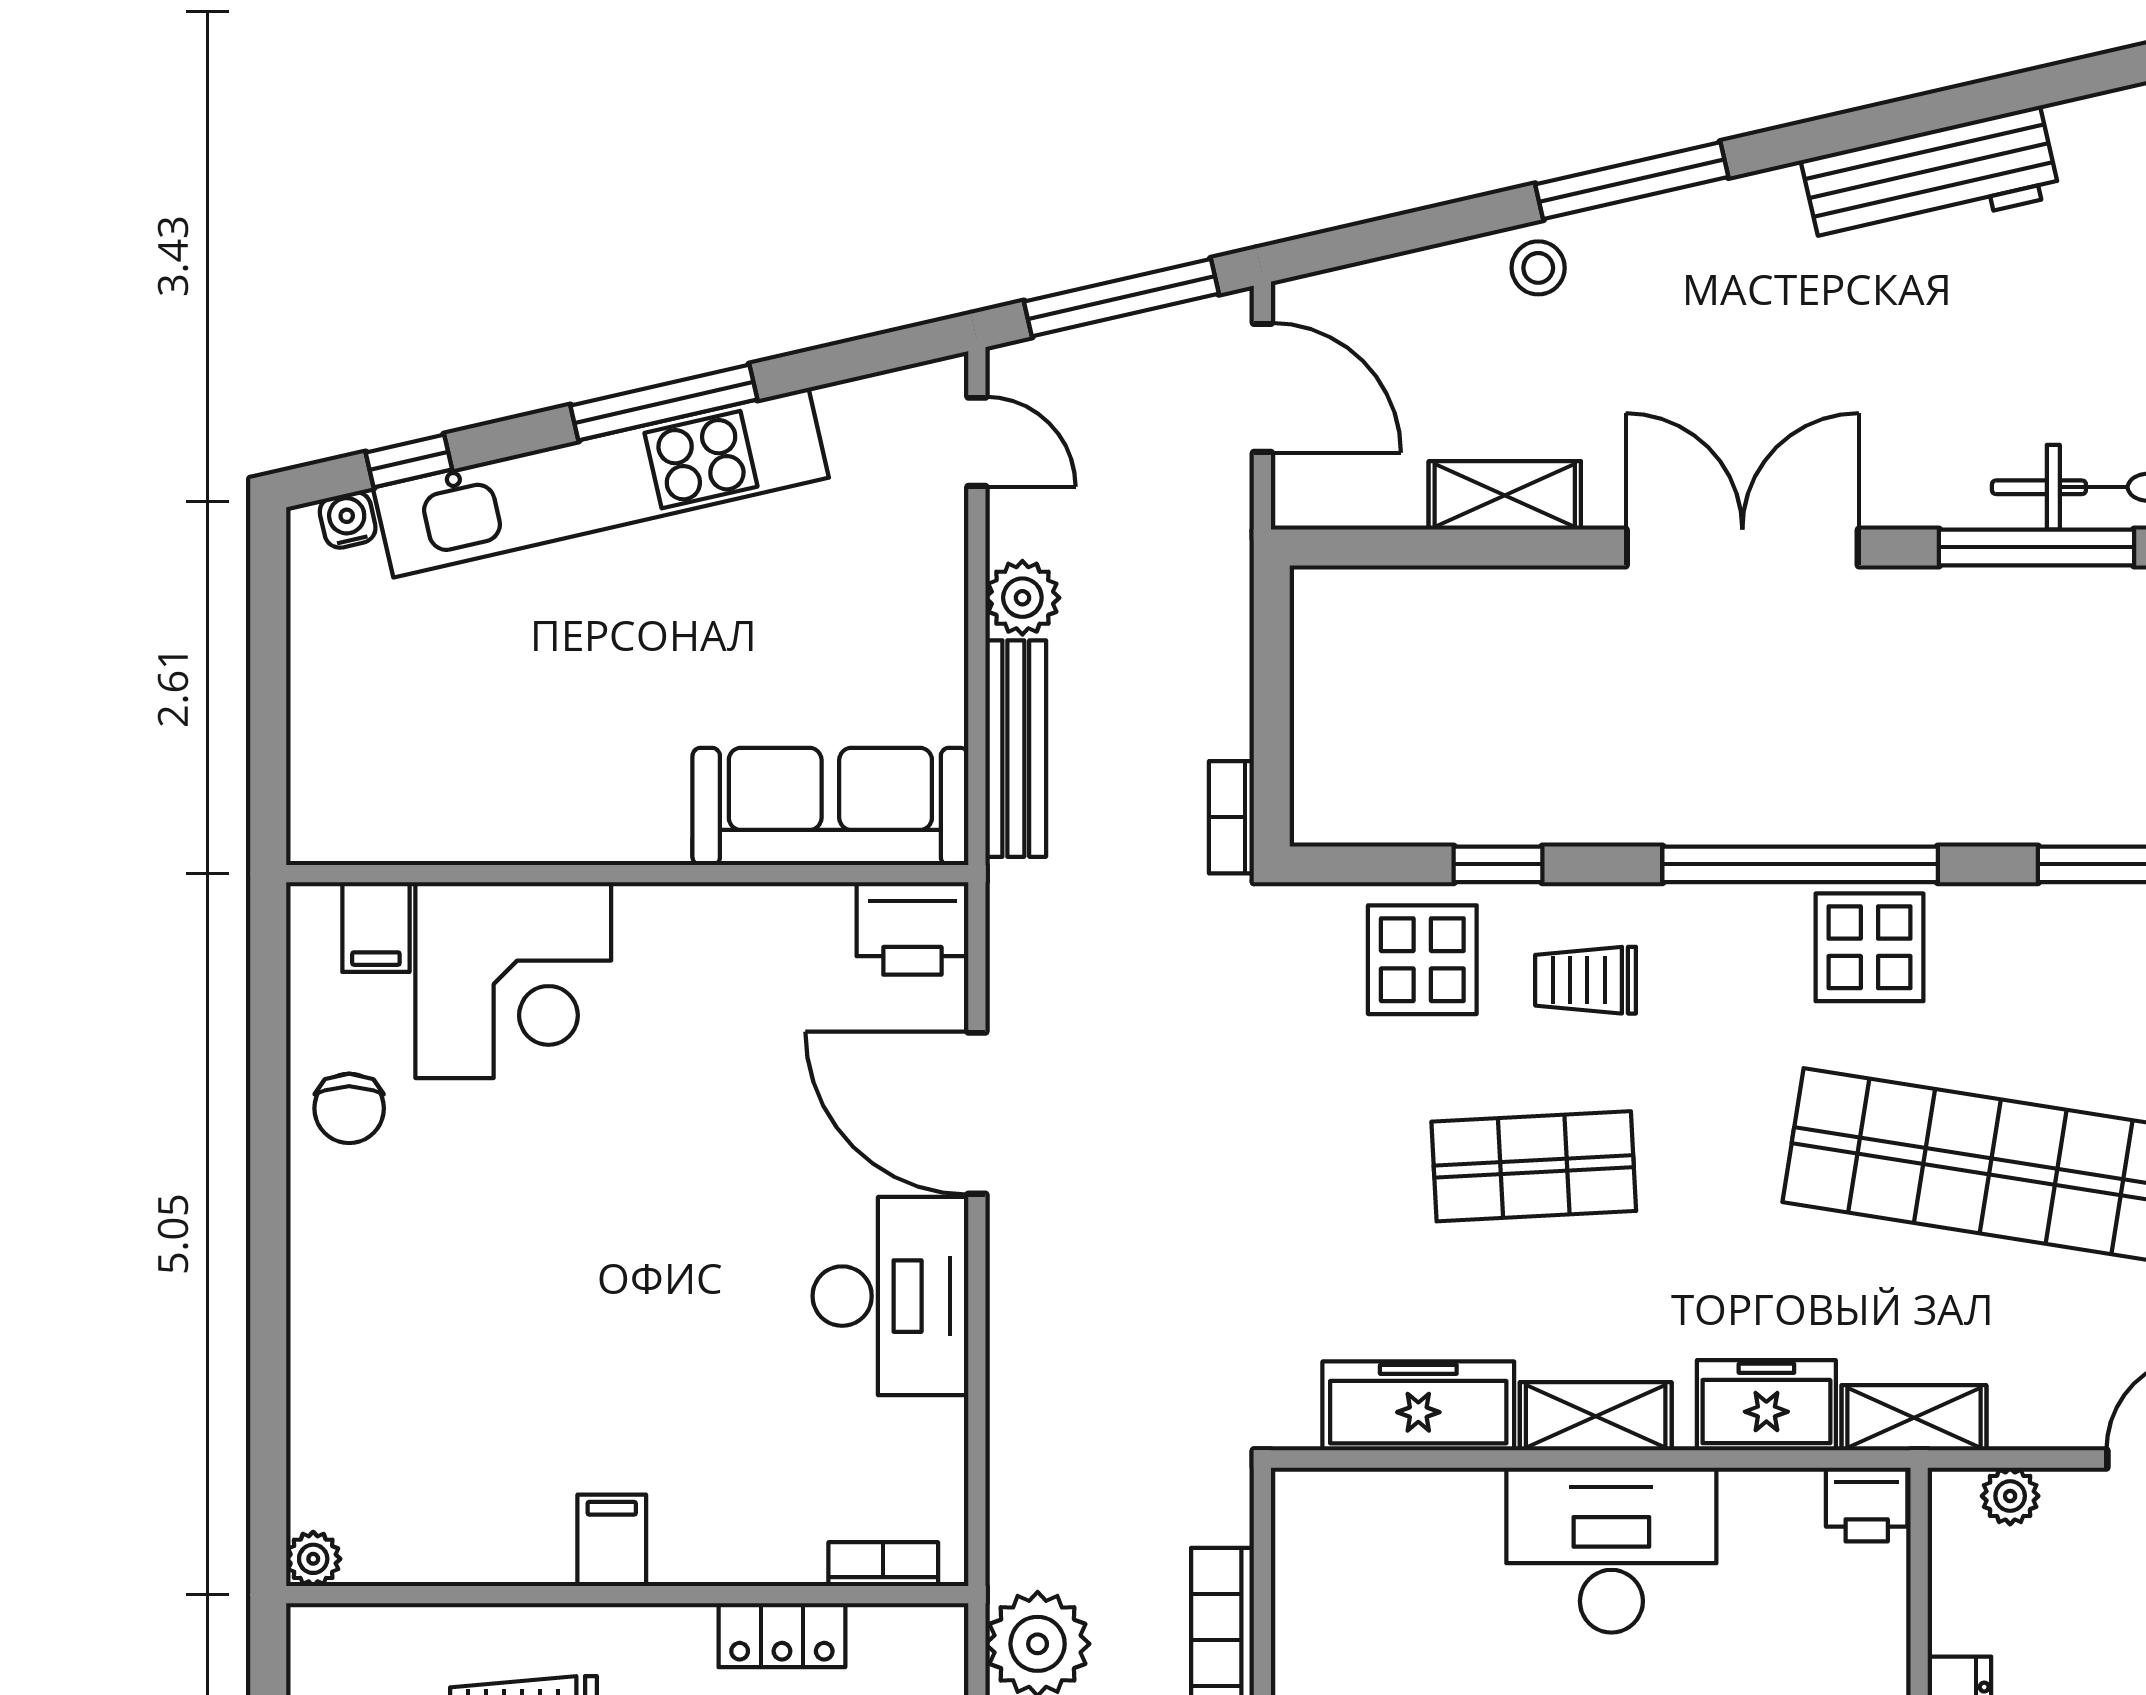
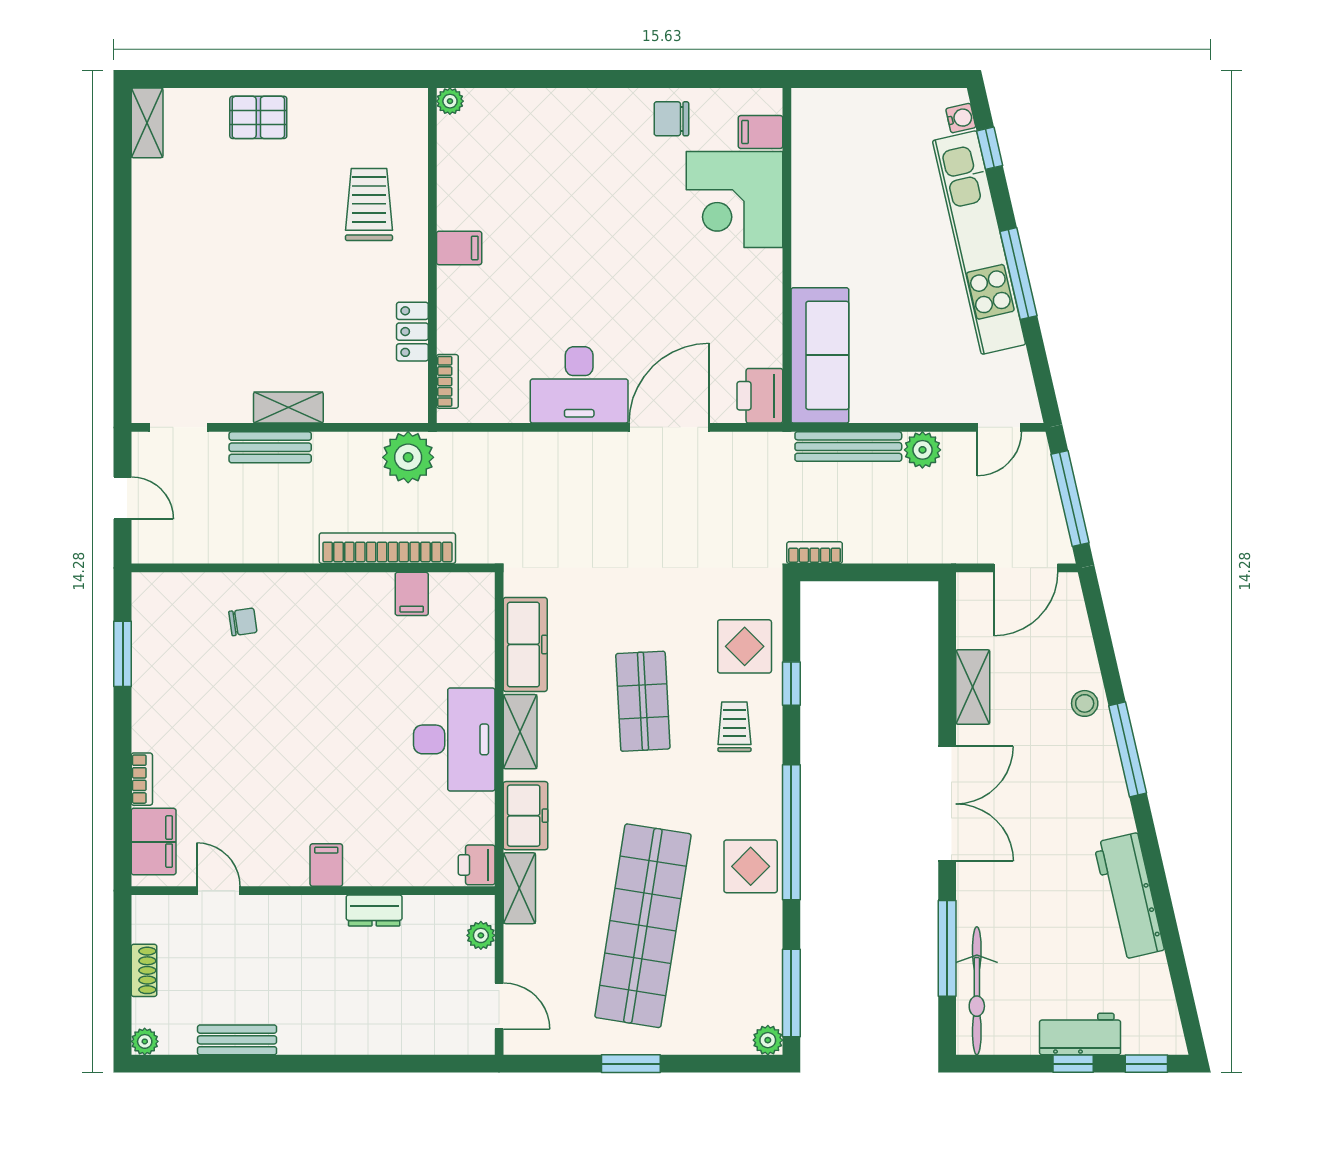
filing cabinet: (1315, 1637) -> (412, 594), added

